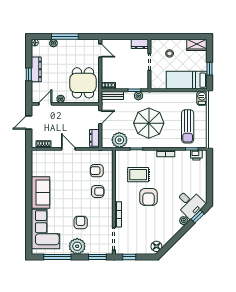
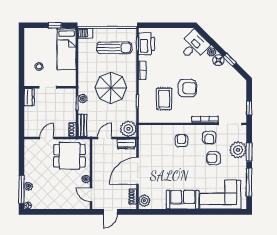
window: (65, 36) -> (22, 189), moved
wardrobe: (197, 45) -> (30, 38), removed
door: (100, 50) -> (47, 138), moved
dresser: (36, 69) -> (55, 204), removed
window: (29, 74) -> (61, 212), removed
door: (100, 117) -> (105, 138), hinge flipped
door: (29, 123) -> (110, 212), hinge flipped
plant: (119, 140) -> (128, 129), moved
door: (68, 149) -> (137, 171), width x1.87
plant: (40, 155) -> (144, 201), added
printer: (196, 155) -> (146, 44), width x1.87, depth x1.48
armchair: (97, 171) -> (209, 138), moved
window: (198, 216) -> (230, 60), moved
plant: (77, 246) -> (238, 150), moved
floor lamp: (156, 246) -> (218, 60), moved
window: (97, 257) -> (249, 152), moved

